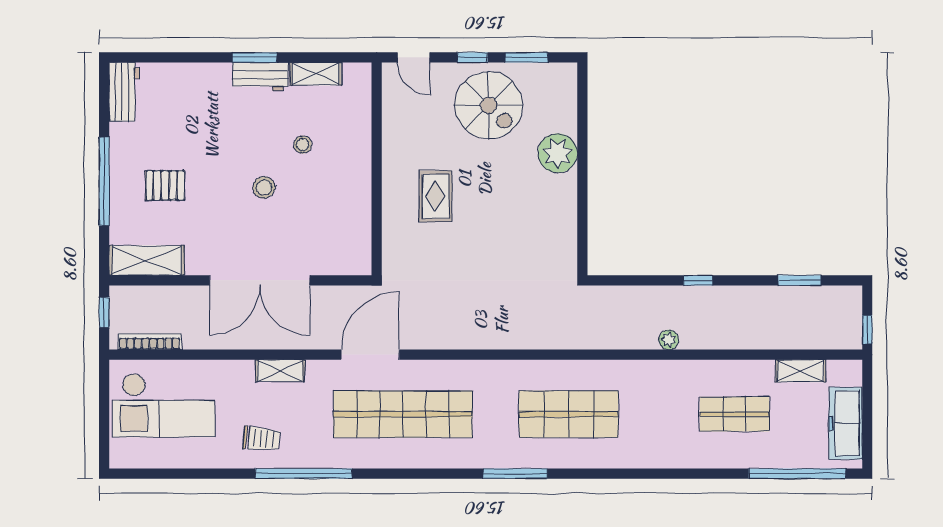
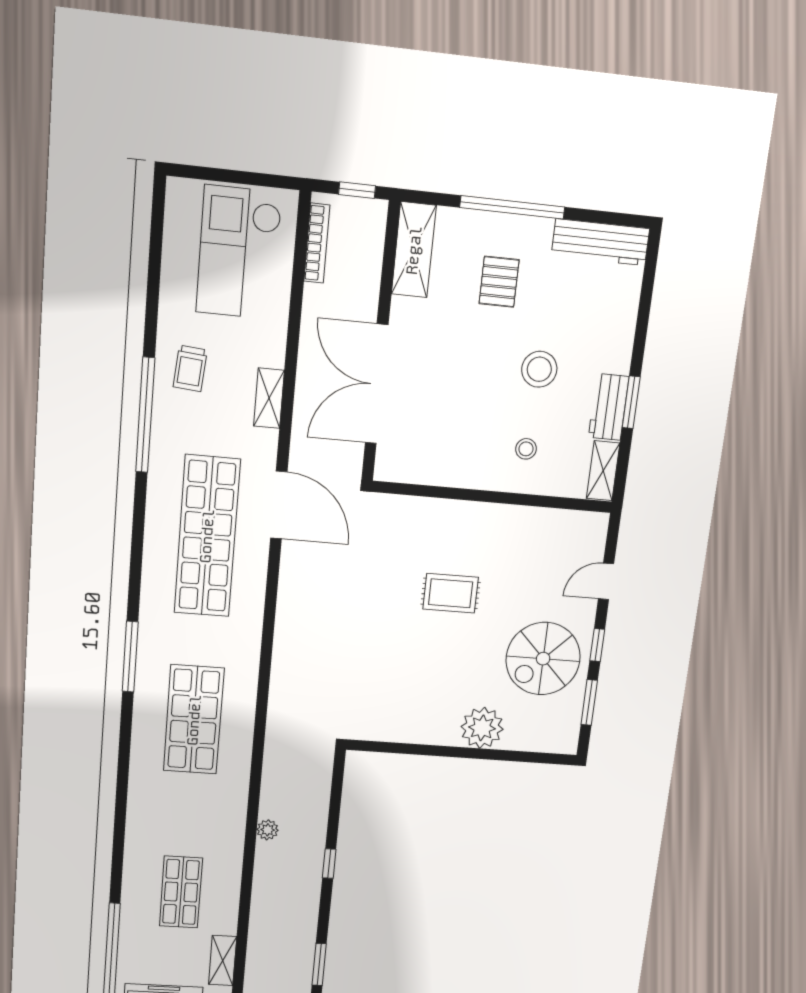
workbench: (124, 92) -> (600, 242), width x1.38
wall: (377, 169) -> (493, 497), moved
stool: (264, 187) -> (539, 369), moved, width x1.38, depth x1.38

